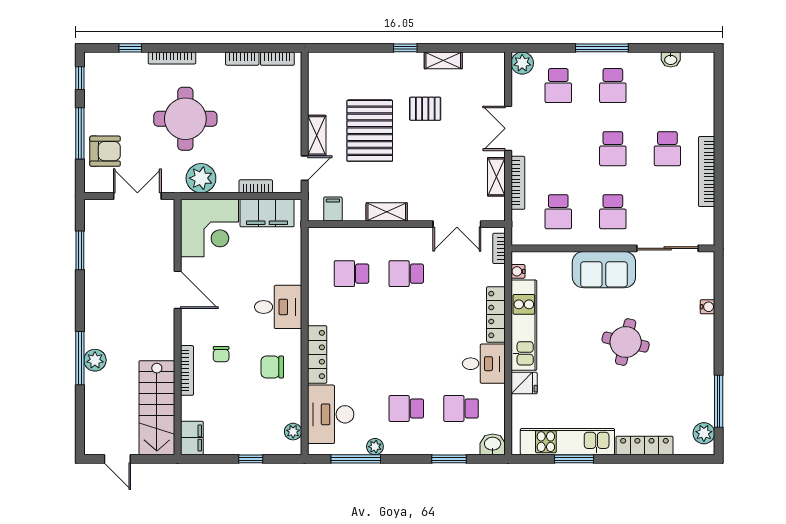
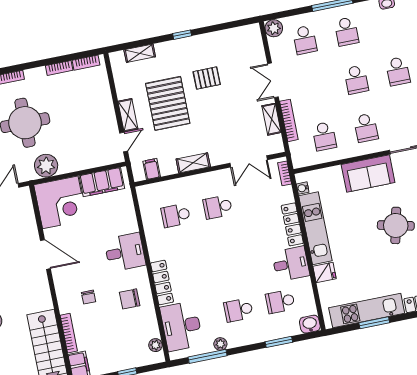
shelving: (443, 60) -> (140, 53), moved
bookcase: (256, 186) -> (89, 163), removed
bookcase: (187, 370) -> (69, 333), moved

